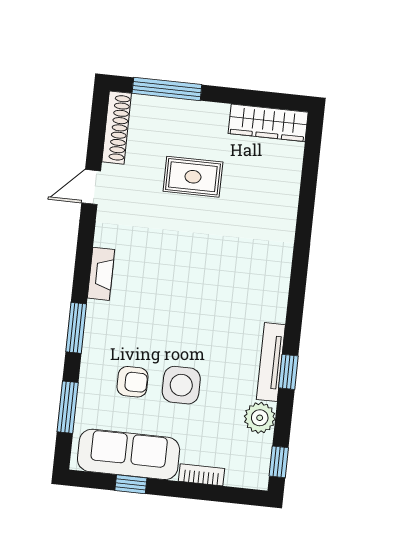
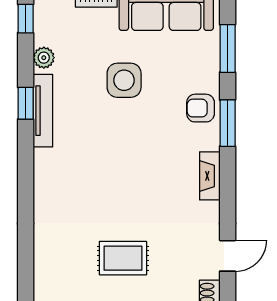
rug: (193, 177) -> (123, 258), moved
armchair: (133, 382) -> (201, 108), moved
plant: (260, 418) -> (44, 58), width x0.73, depth x0.73

